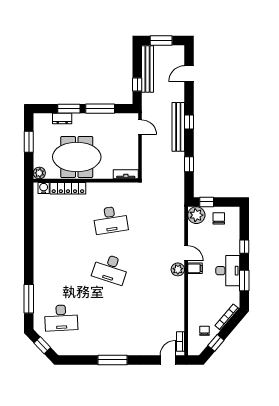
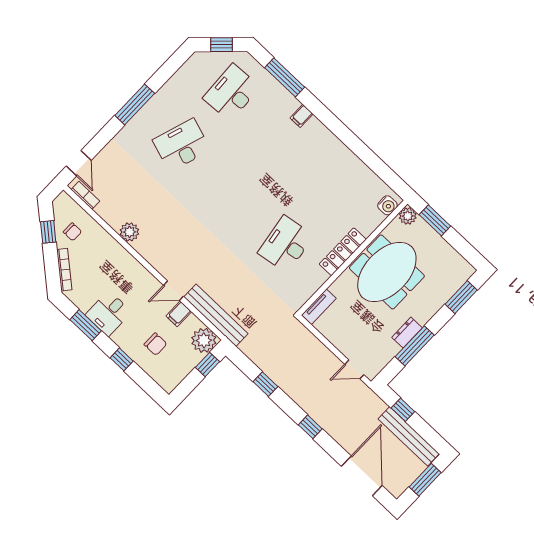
door: (189, 74) -> (362, 476), width x1.87
window: (69, 109) -> (461, 297), moved
dresser: (62, 119) -> (407, 333), moved
bench: (178, 127) -> (216, 315), moved
window: (29, 142) -> (435, 220), moved
locker: (68, 188) -> (343, 252), moved
chair: (219, 218) -> (155, 344), moved
filing cabinet: (195, 268) -> (179, 314), moved
desk: (110, 269) -> (182, 145), moved
plant: (178, 269) -> (129, 232), moved
desk: (228, 271) -> (109, 313), width x0.73
filing cabinet: (40, 272) -> (302, 116), added

